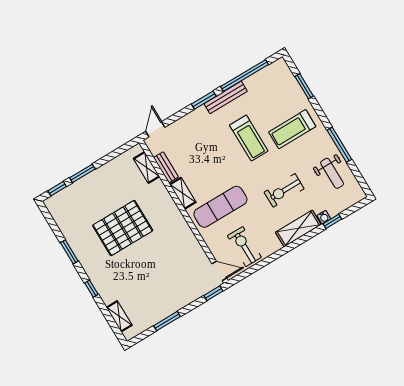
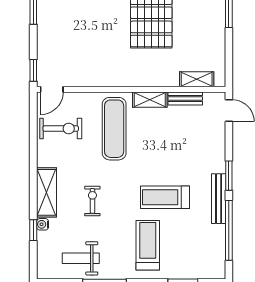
exercise bike: (284, 190) -> (92, 201), width x0.73, depth x0.72

